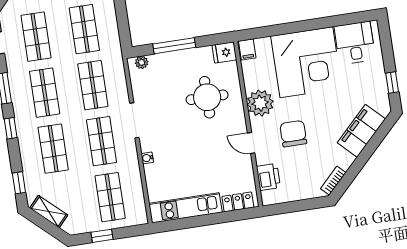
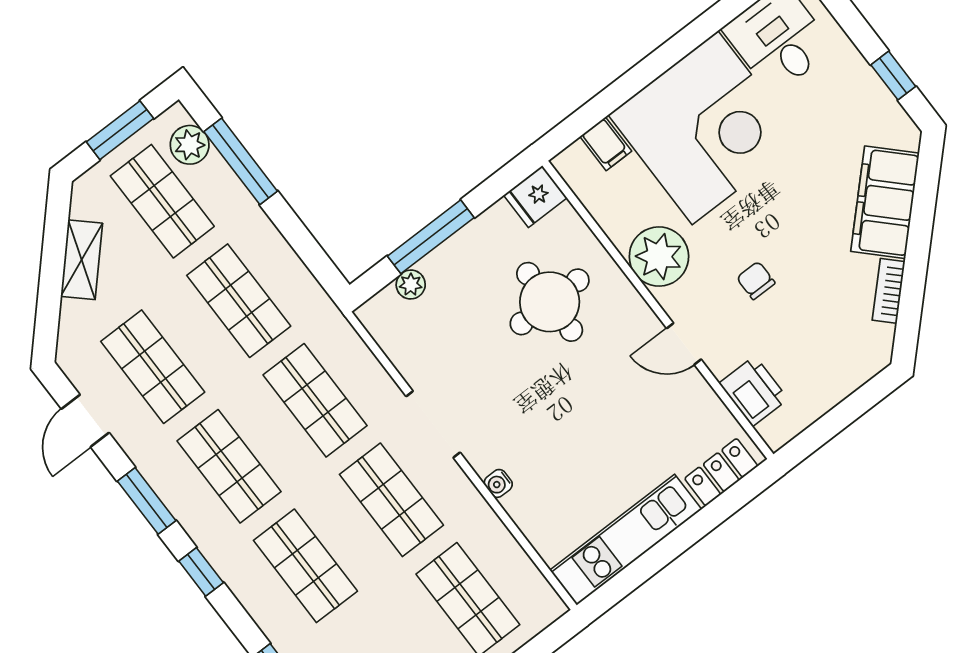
filing cabinet: (247, 49) -> (606, 144), moved
plant: (142, 62) -> (411, 284), moved
chair: (293, 134) -> (756, 280), width x0.54, depth x0.54
bookcase: (333, 181) -> (889, 291), moved

